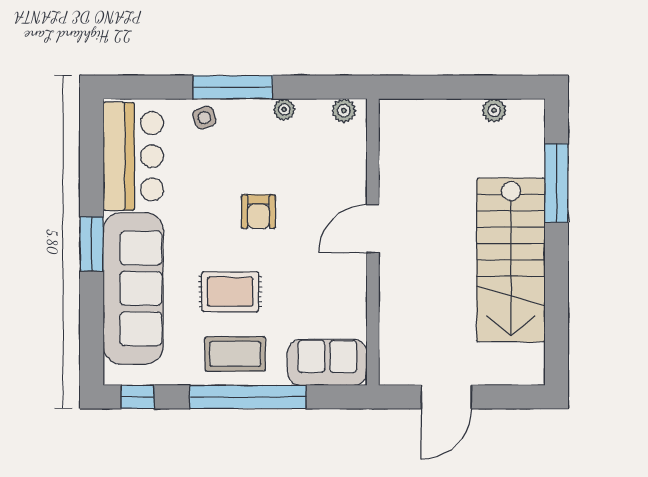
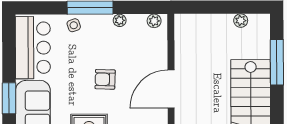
armchair: (258, 212) -> (105, 79), turned 92
door: (373, 229) -> (171, 89), width x1.36

